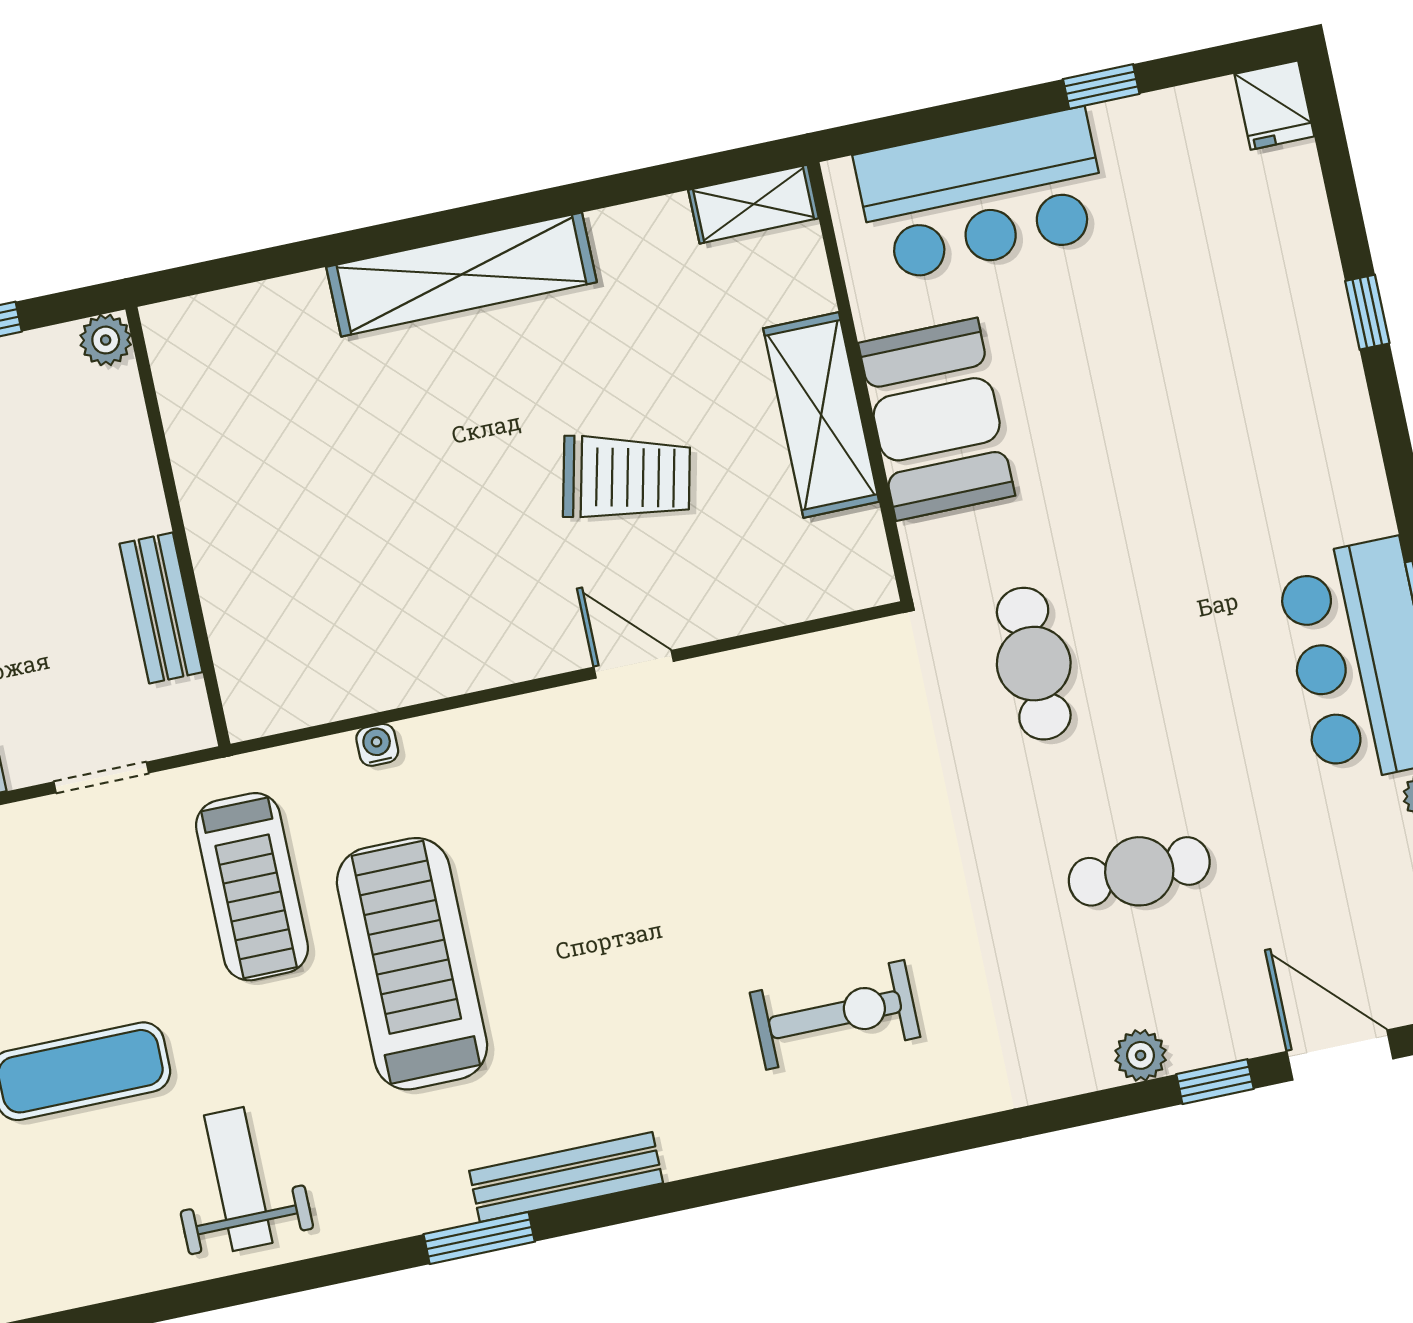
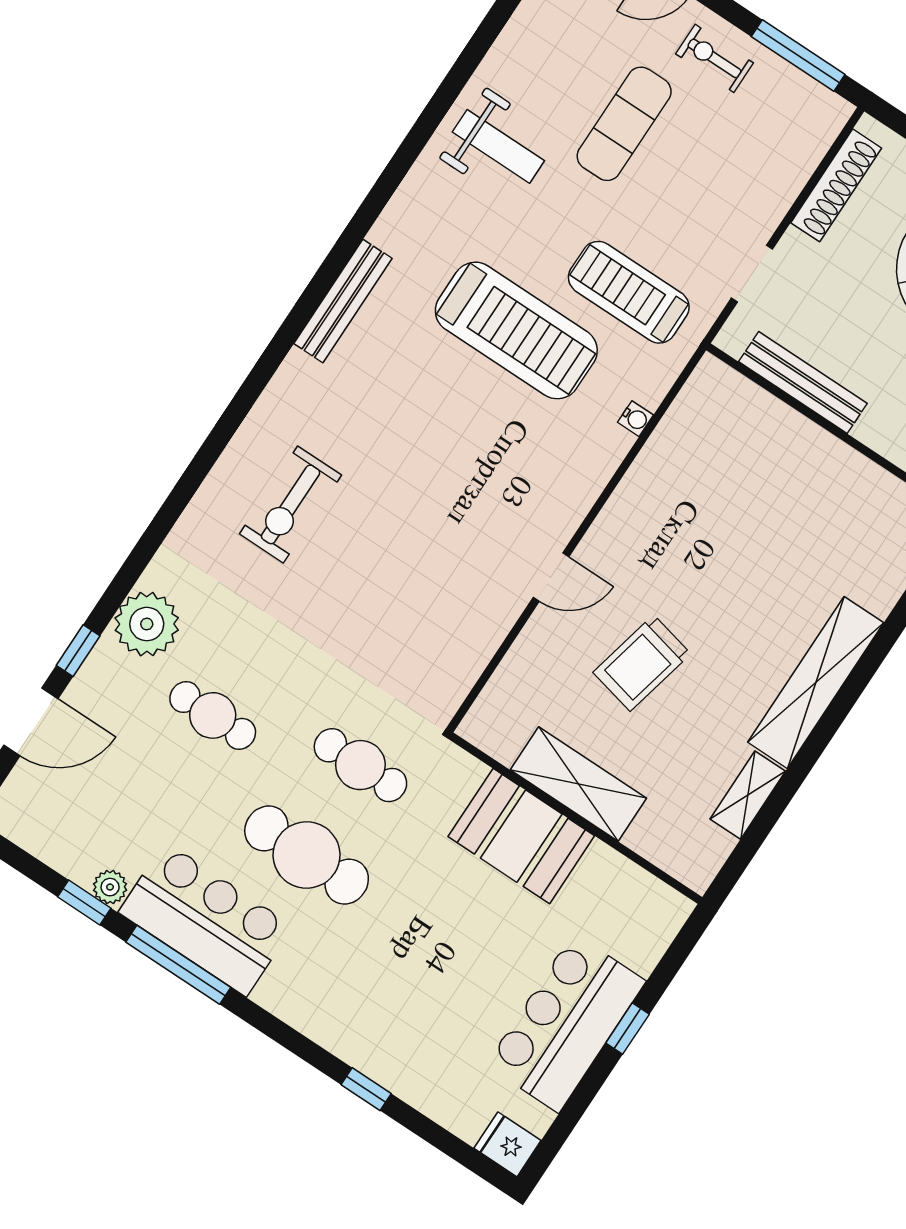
window: (1101, 86) -> (627, 1029), moved
bar counter: (982, 195) -> (566, 1023), moved
shelving: (754, 204) -> (748, 795), moved
bench: (161, 608) -> (803, 383), width x1.36
cafe table: (1185, 624) -> (307, 855), added
cafe table: (1139, 871) -> (213, 715), turned 90
plant: (1141, 1055) -> (147, 624), width x1.88, depth x1.88
window: (479, 1238) -> (356, 231), removed

